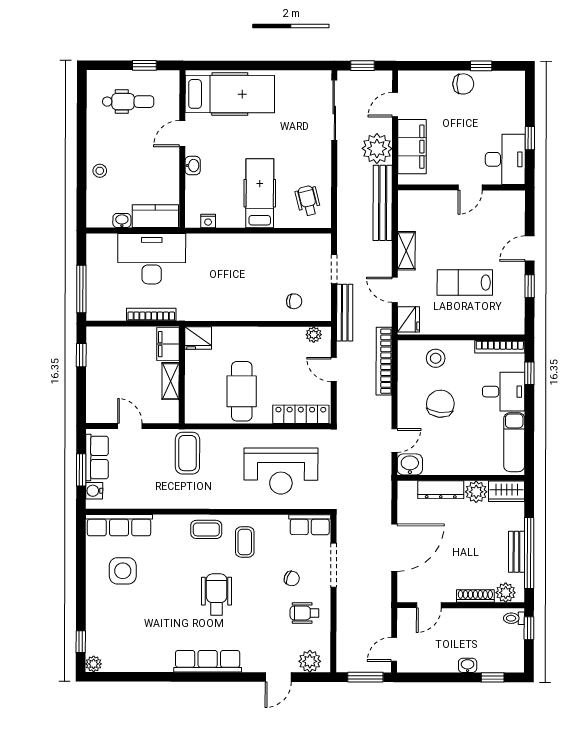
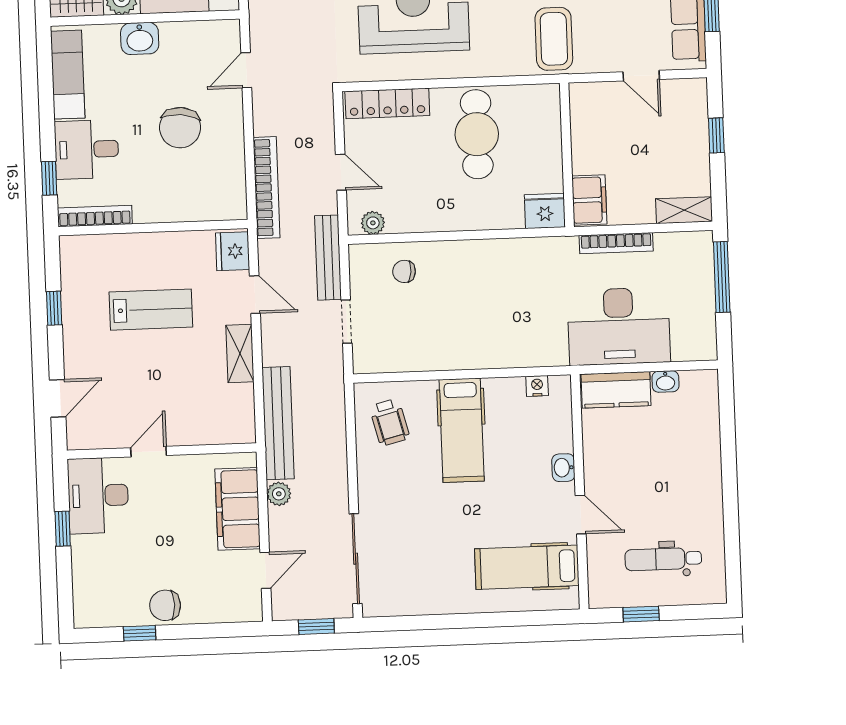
hospital bed: (230, 94) -> (527, 567), width x0.73, depth x0.78
door: (182, 134) -> (581, 515), hinge flipped
plant: (377, 149) -> (279, 494), width x0.53, depth x0.53
stool: (100, 171) -> (701, 454), removed
door: (530, 249) -> (58, 398), moved
window: (81, 355) -> (716, 135), moved
stool: (436, 358) -> (190, 195), removed
shelving: (171, 381) -> (684, 210), moved, turned 90
washbasin: (410, 464) -> (140, 38), moved

